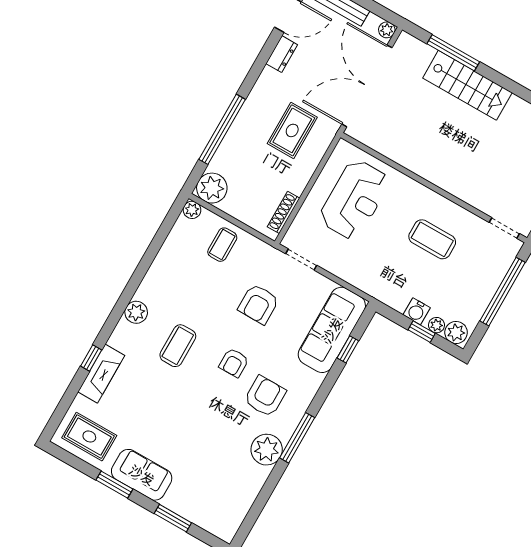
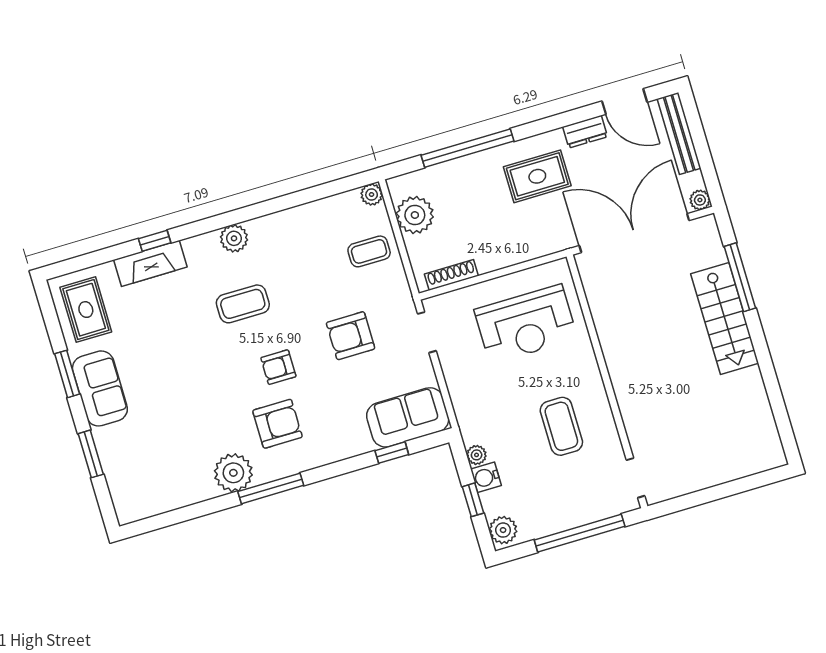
rug: (292, 130) -> (537, 176), moved
plant: (212, 188) -> (415, 215), moved
plant: (436, 325) -> (477, 455), moved
sofa: (332, 330) -> (408, 417), width x0.73

